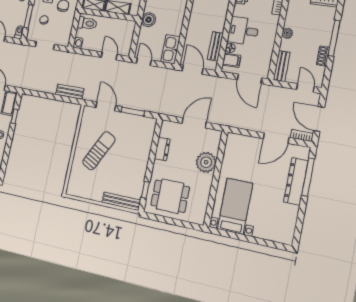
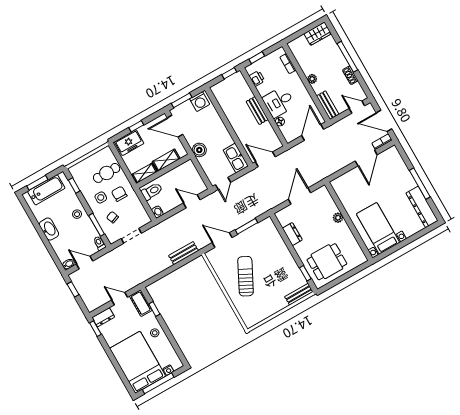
bench: (215, 46) -> (257, 111), moved
filing cabinet: (232, 60) -> (288, 130), removed
door: (144, 62) -> (223, 183), swing flipped
door: (249, 79) -> (313, 132), swing flipped
plant: (206, 162) -> (338, 218), width x0.53, depth x0.53
window: (308, 177) -> (420, 184), moved
dresser: (296, 181) -> (422, 207), moved
bench: (121, 201) -> (299, 294), width x0.73

